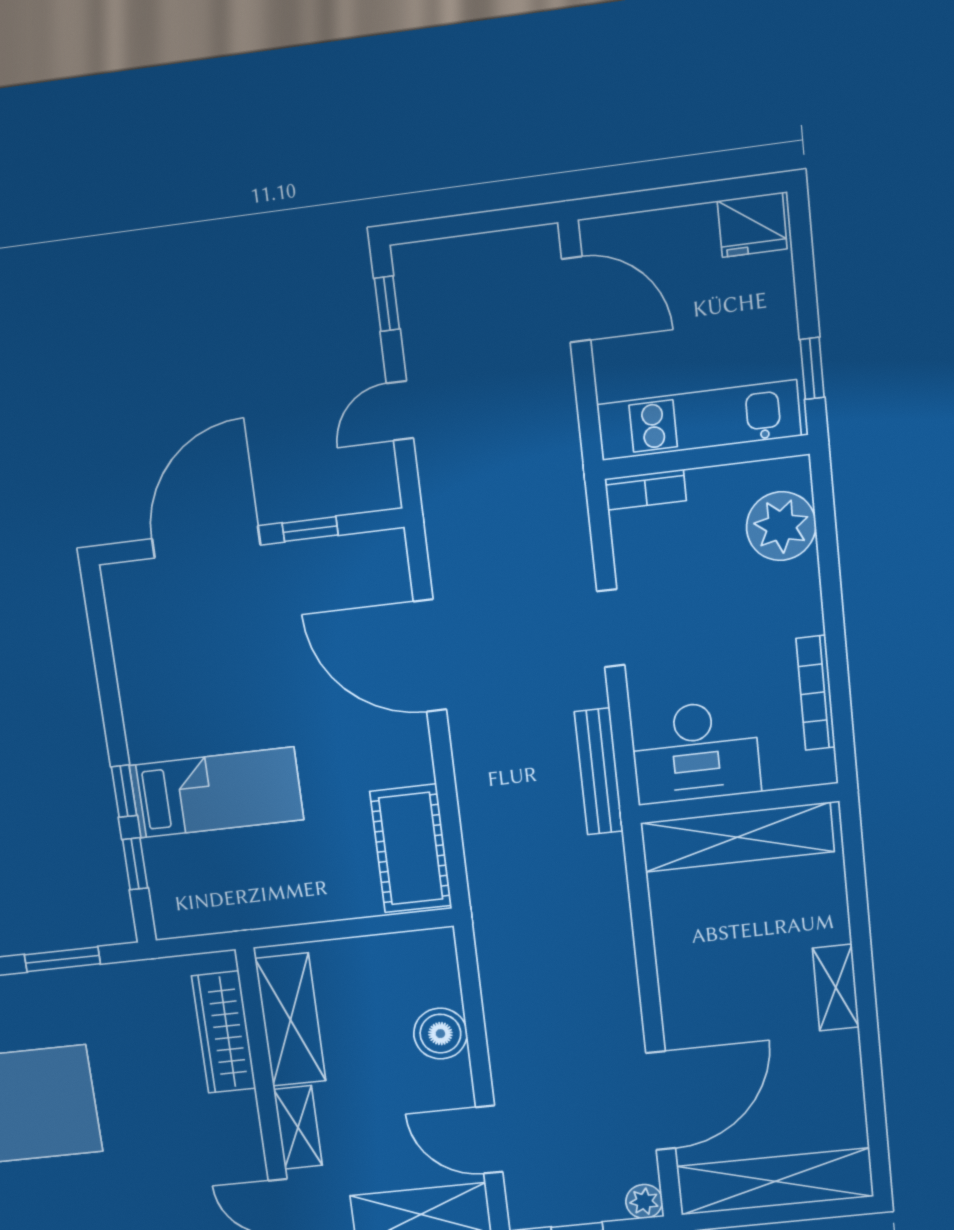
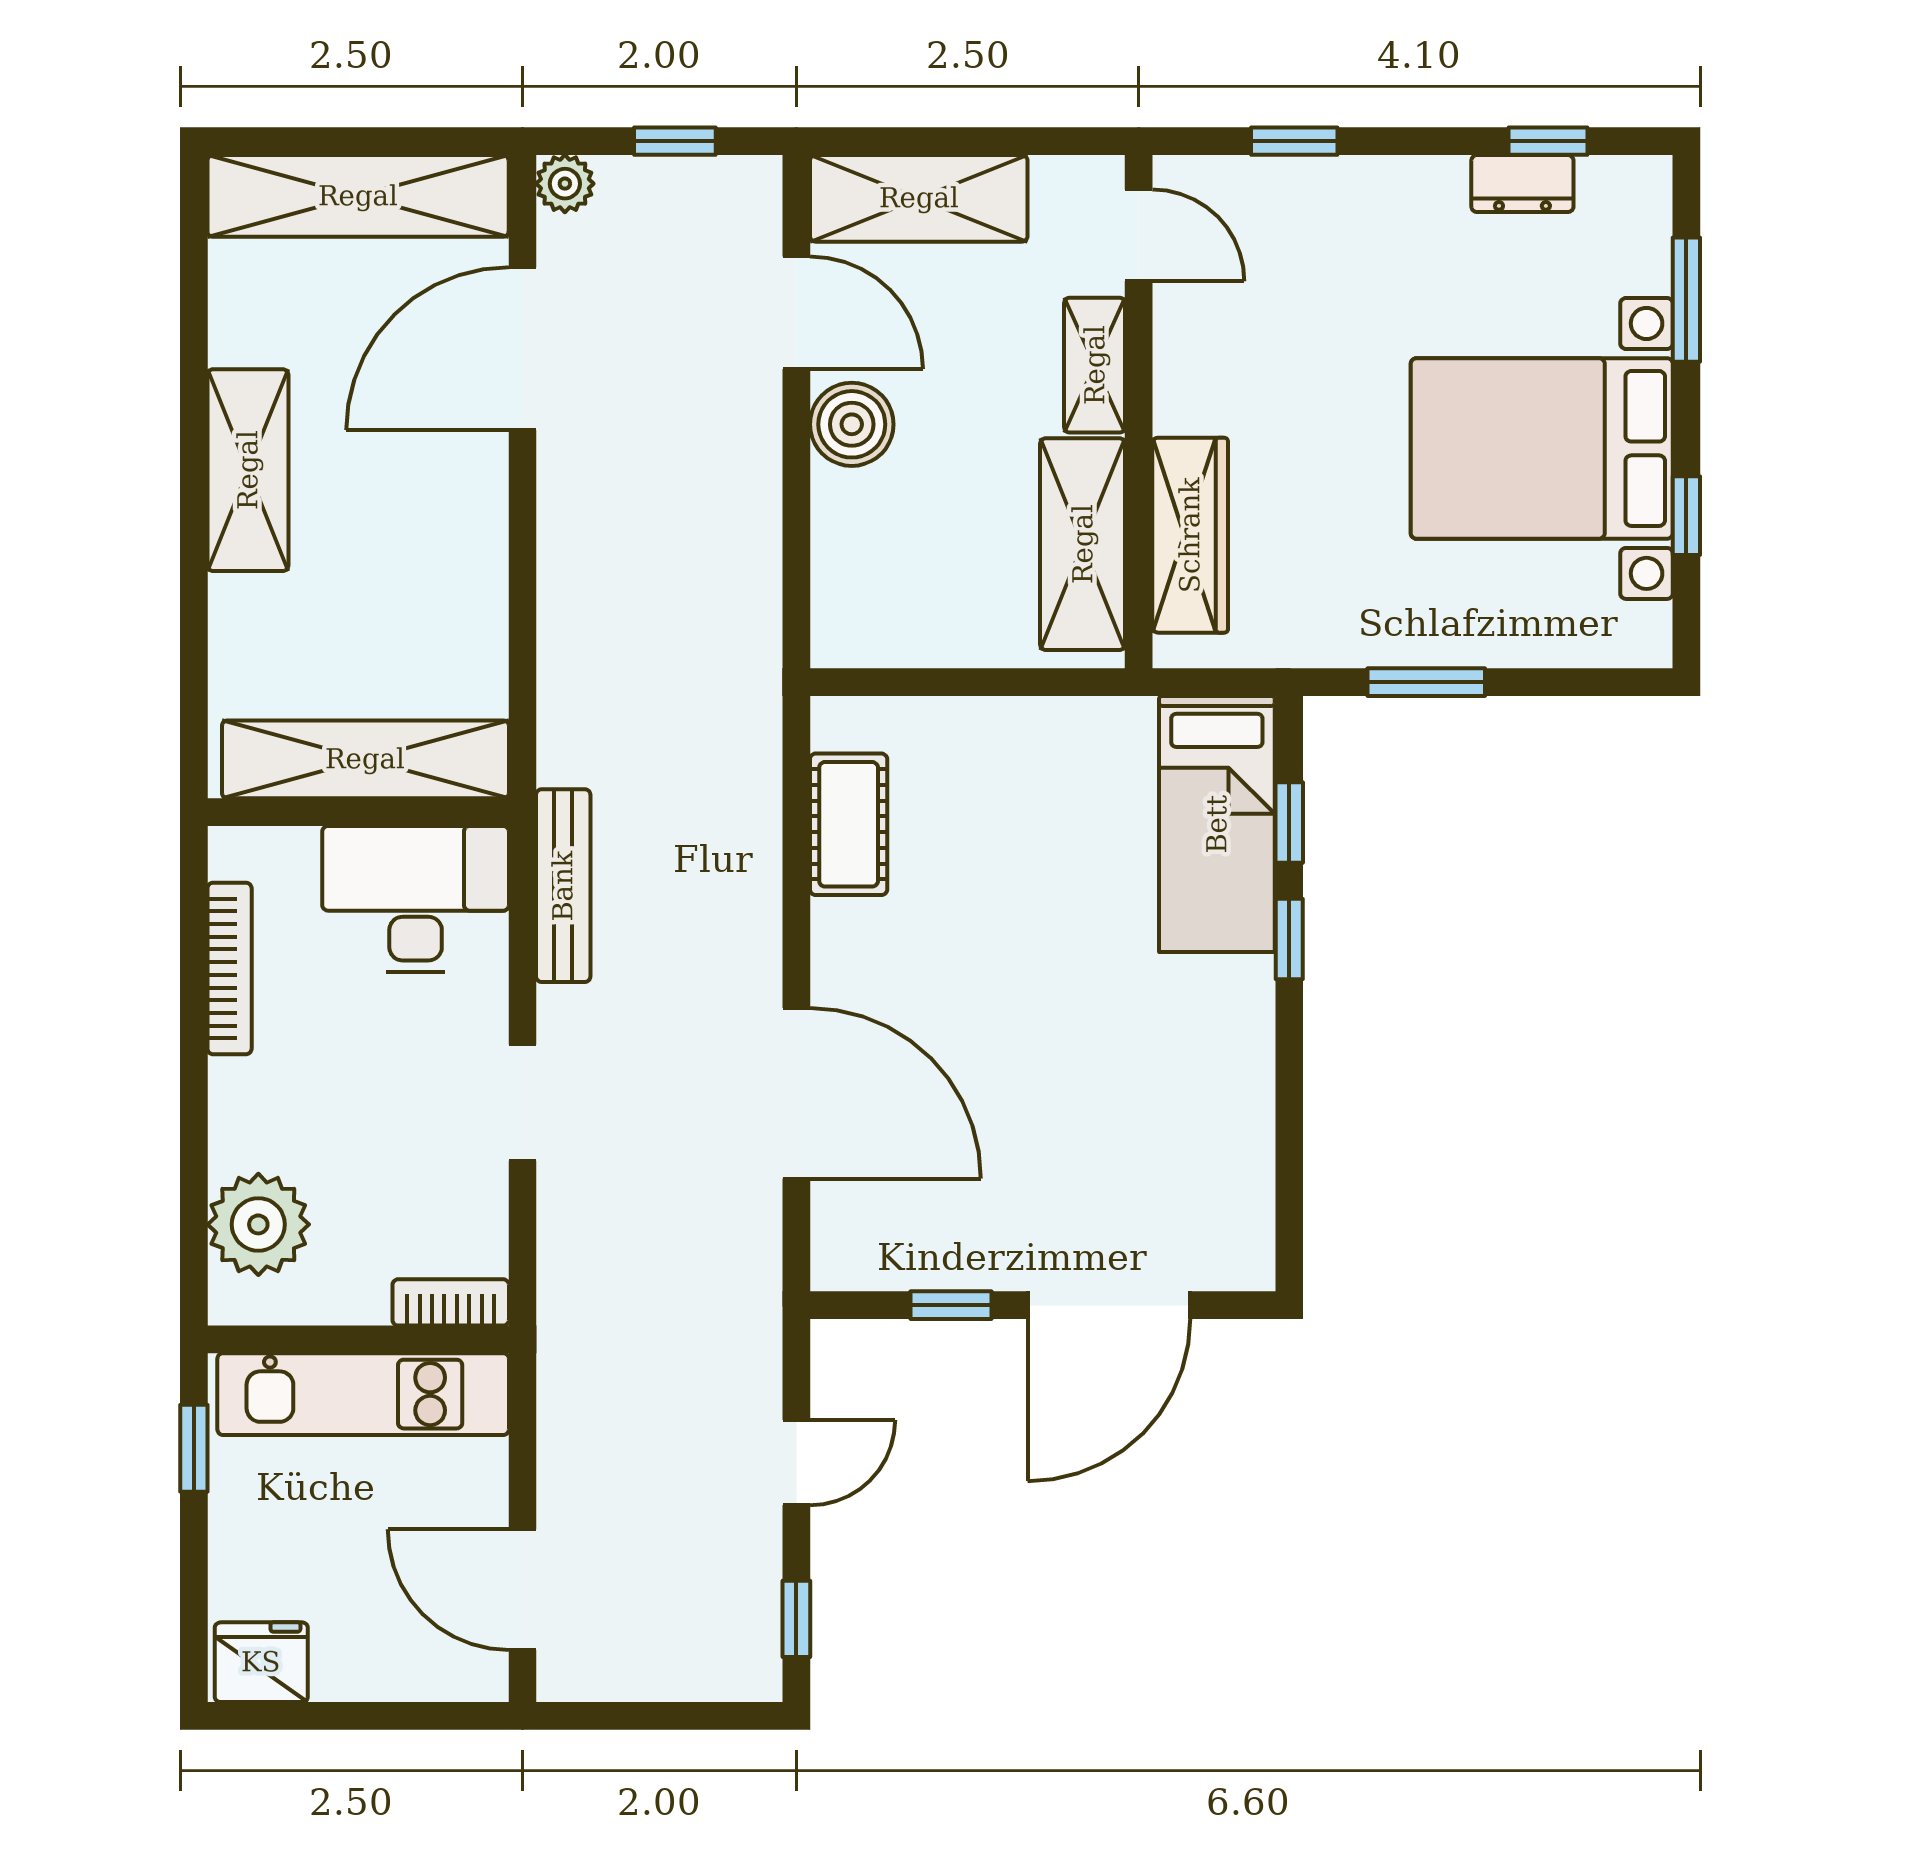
bed: (216, 793) -> (1217, 824), moved, turned -90
cot: (411, 849) -> (849, 824), width x0.73, depth x0.75
shelving: (836, 988) -> (248, 470), width x1.50, depth x1.33
boiler: (440, 1034) -> (852, 424), moved

